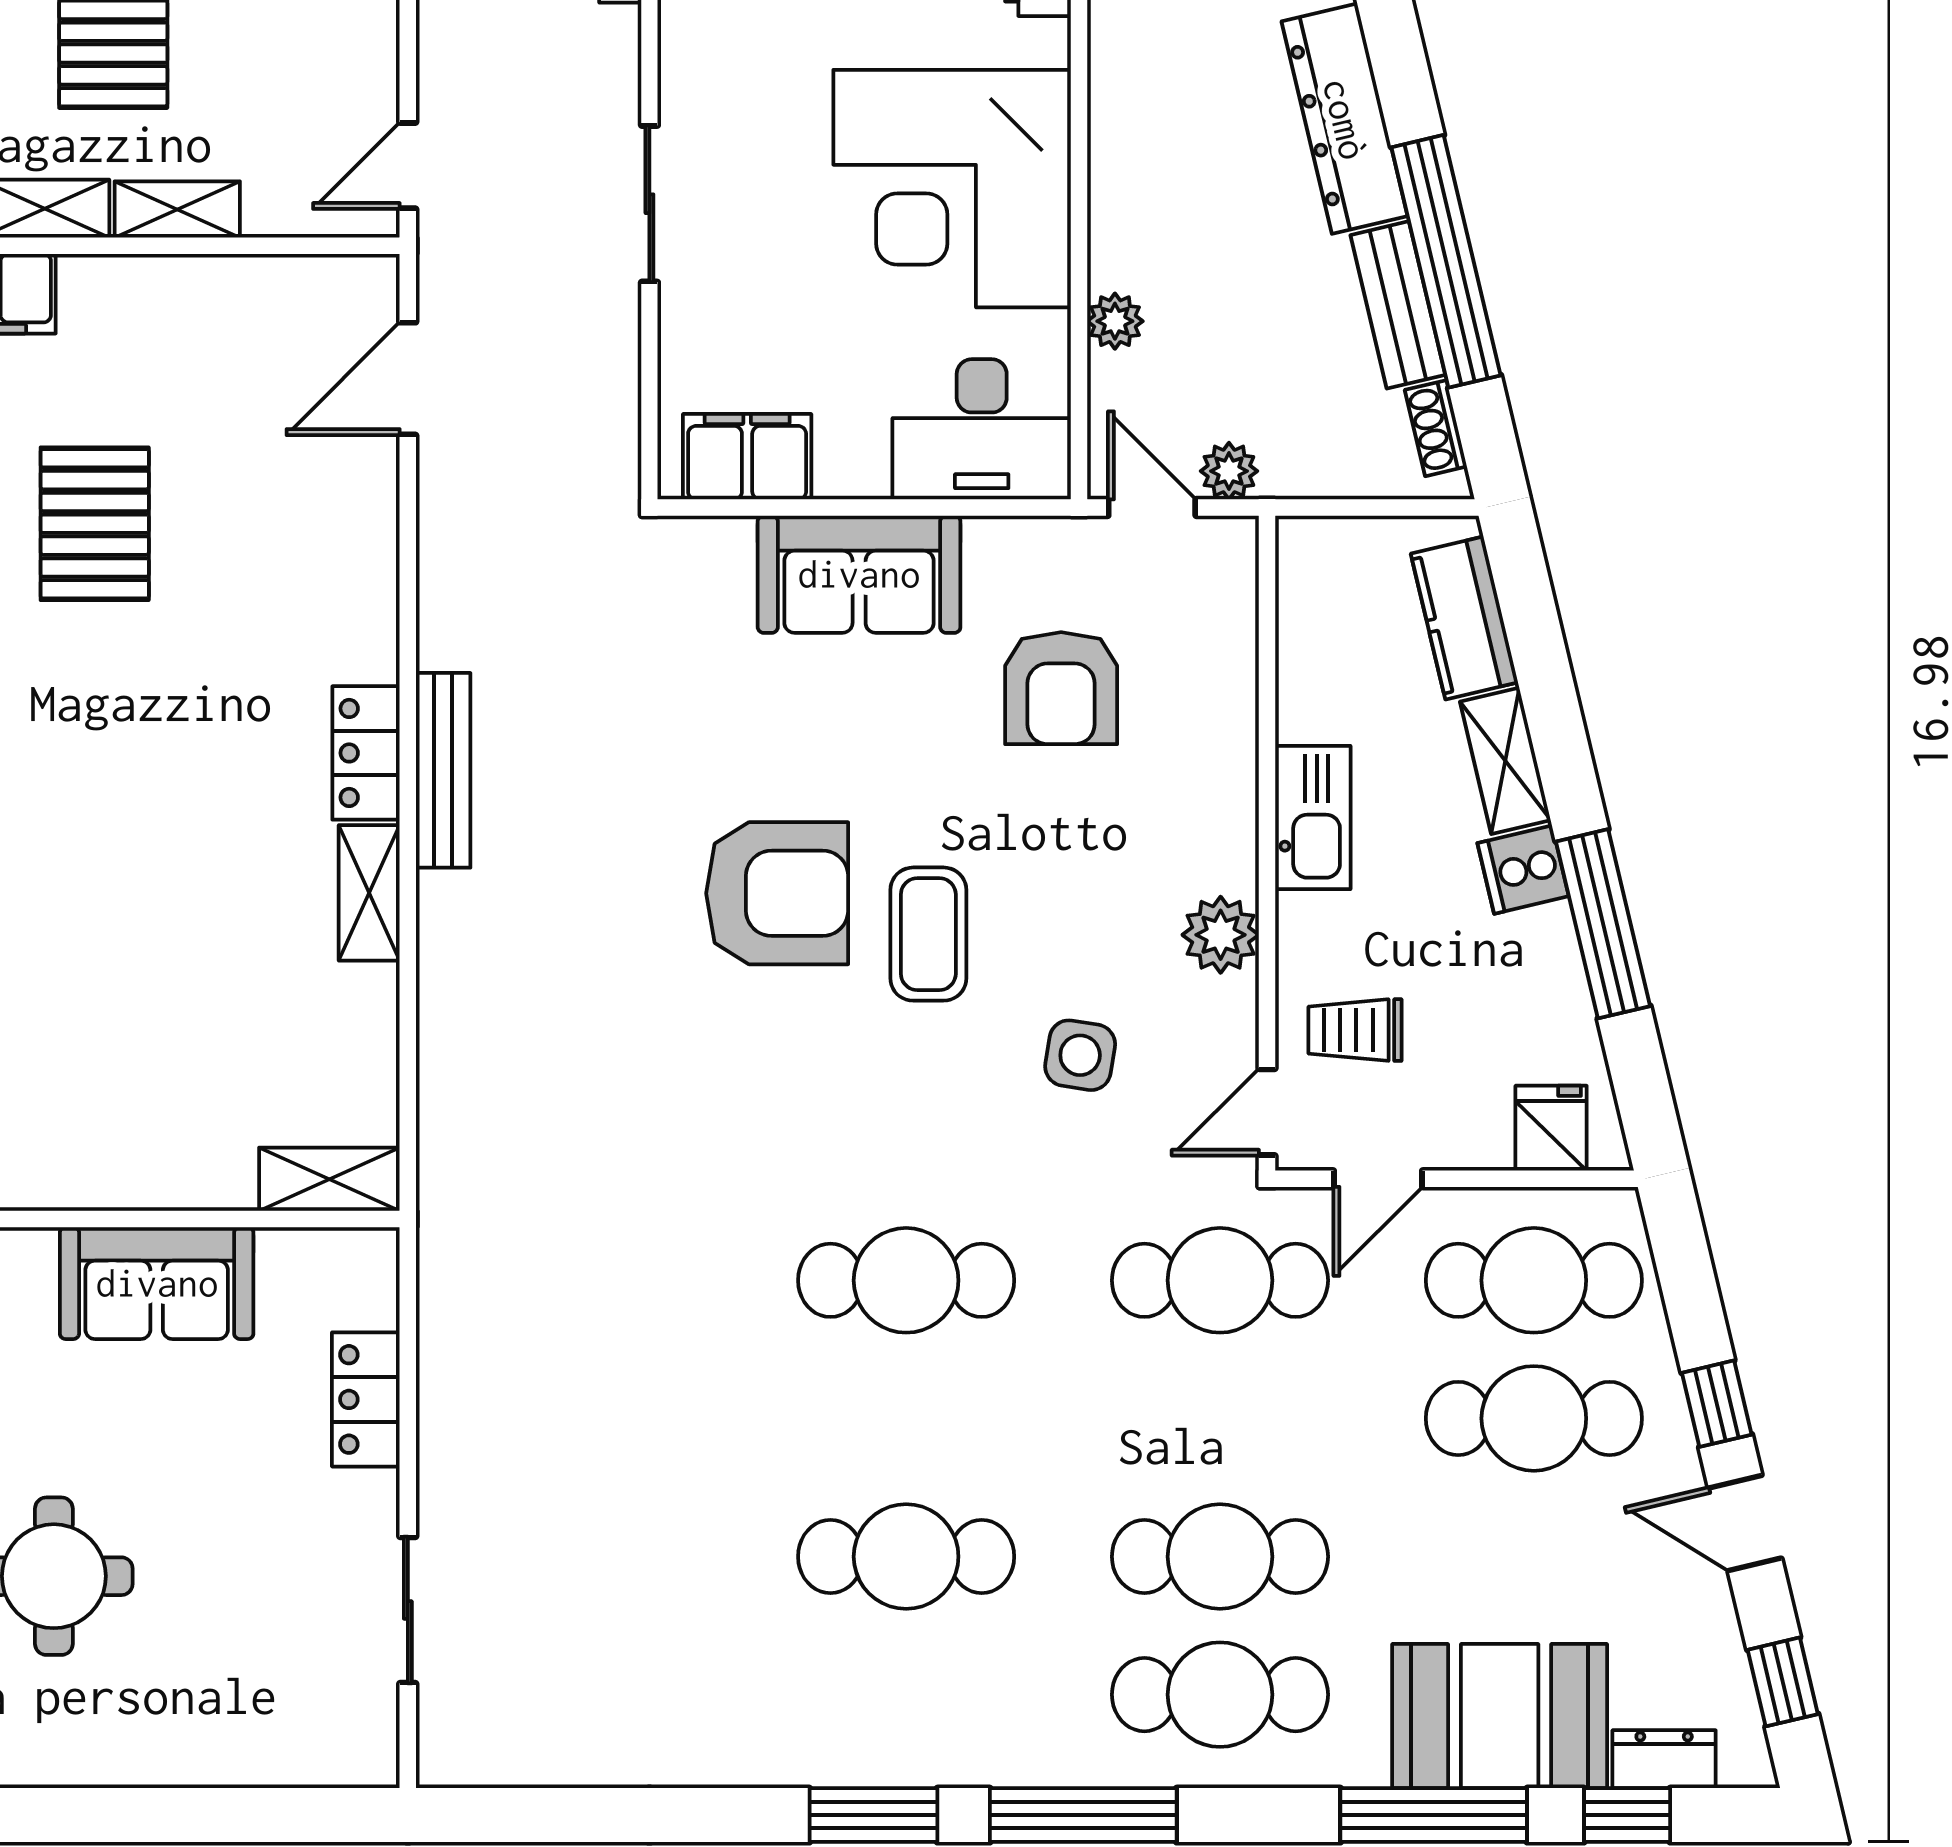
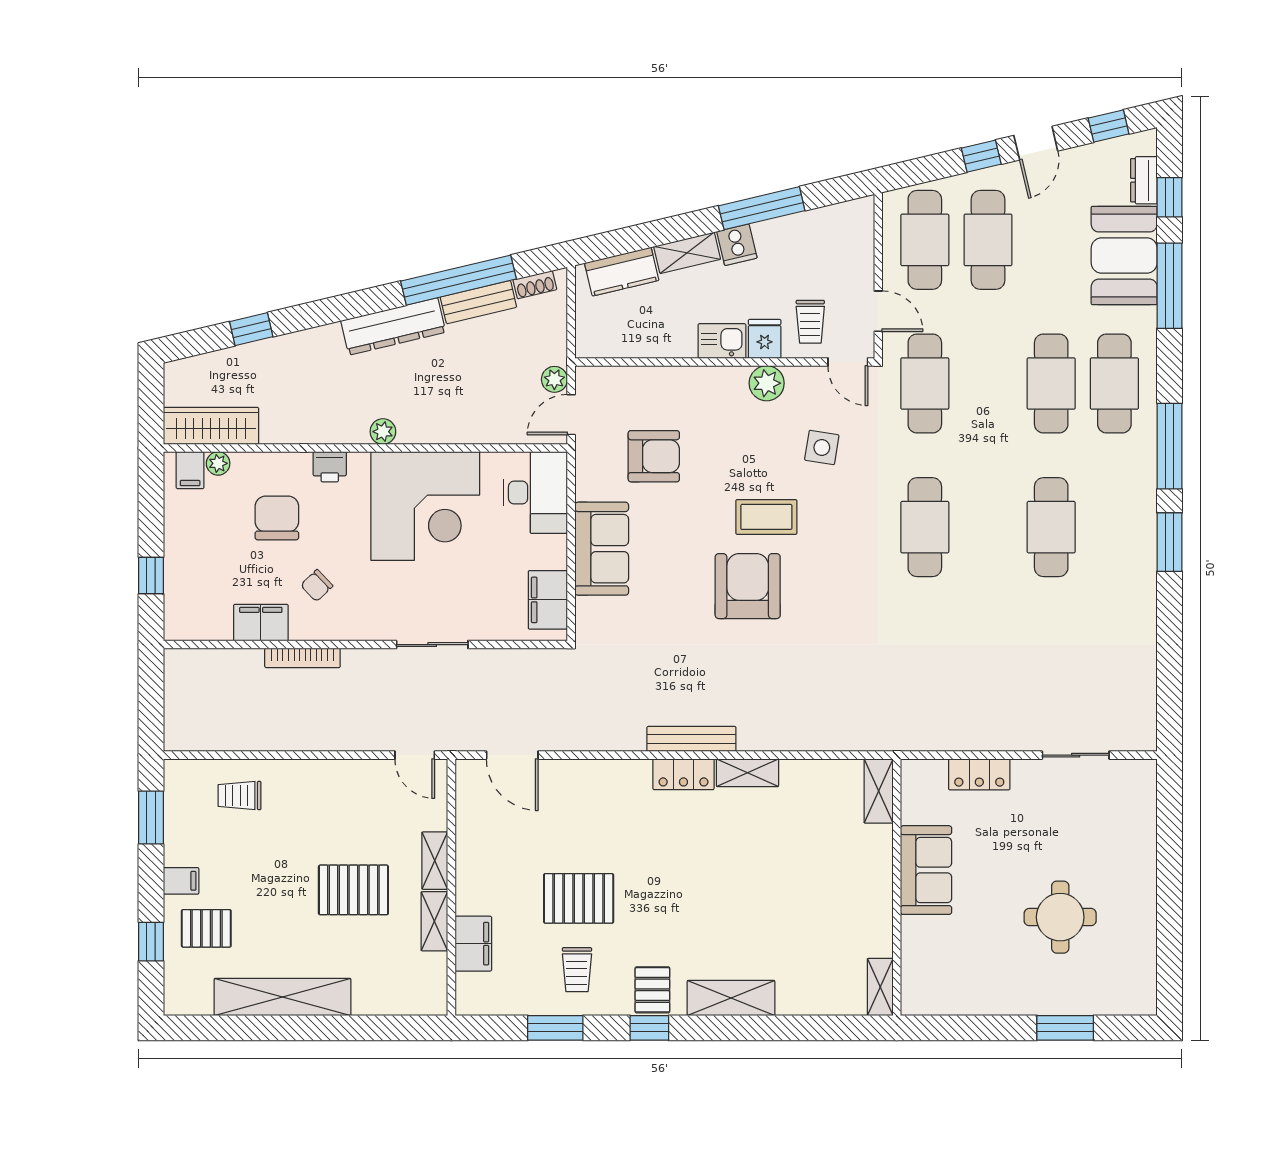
plant: (1115, 321) -> (383, 432), moved
kitchen sink: (1313, 817) -> (722, 341), width x0.73
fridge: (1551, 1128) -> (765, 339), moved, turned 90

